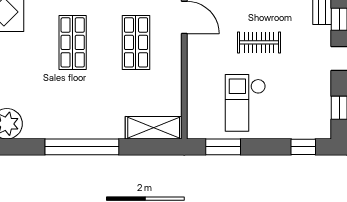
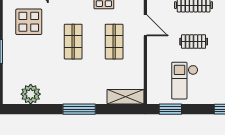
window: (82, 147) -> (79, 109), width x0.68

